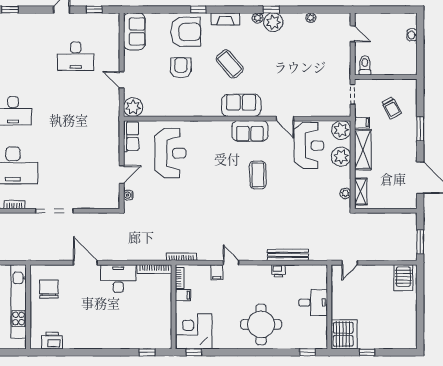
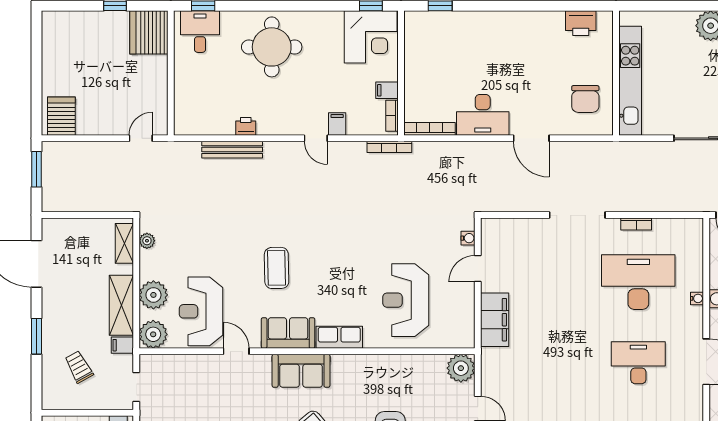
row of seats: (131, 136) -> (339, 337), moved, turned 90
filing cabinet: (110, 140) -> (495, 320), added
desk: (313, 303) -> (200, 32), moved, turned 90

